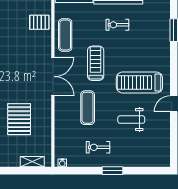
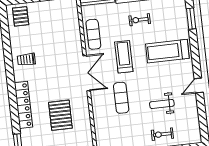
pallet: (39, 22) -> (69, 25), removed
treadmill: (139, 83) -> (167, 51), moved
exercise bike: (98, 147) -> (162, 134), moved

